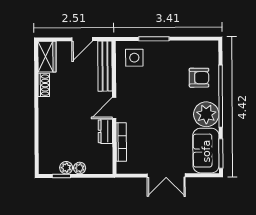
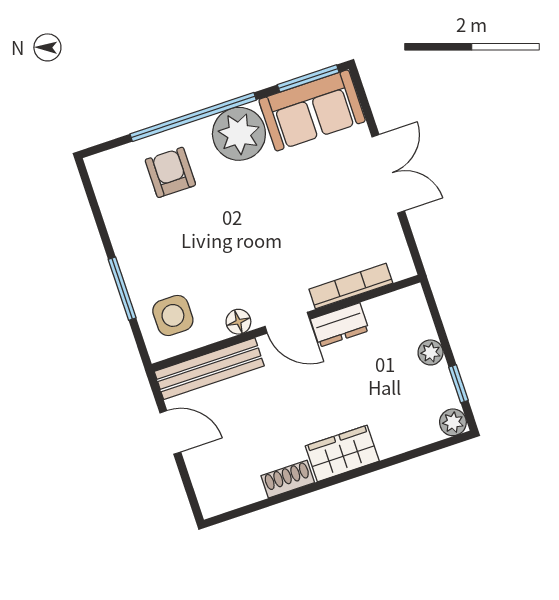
wardrobe: (47, 57) -> (342, 453), moved
floor lamp: (122, 86) -> (238, 322), added
plant: (66, 168) -> (453, 422), moved

